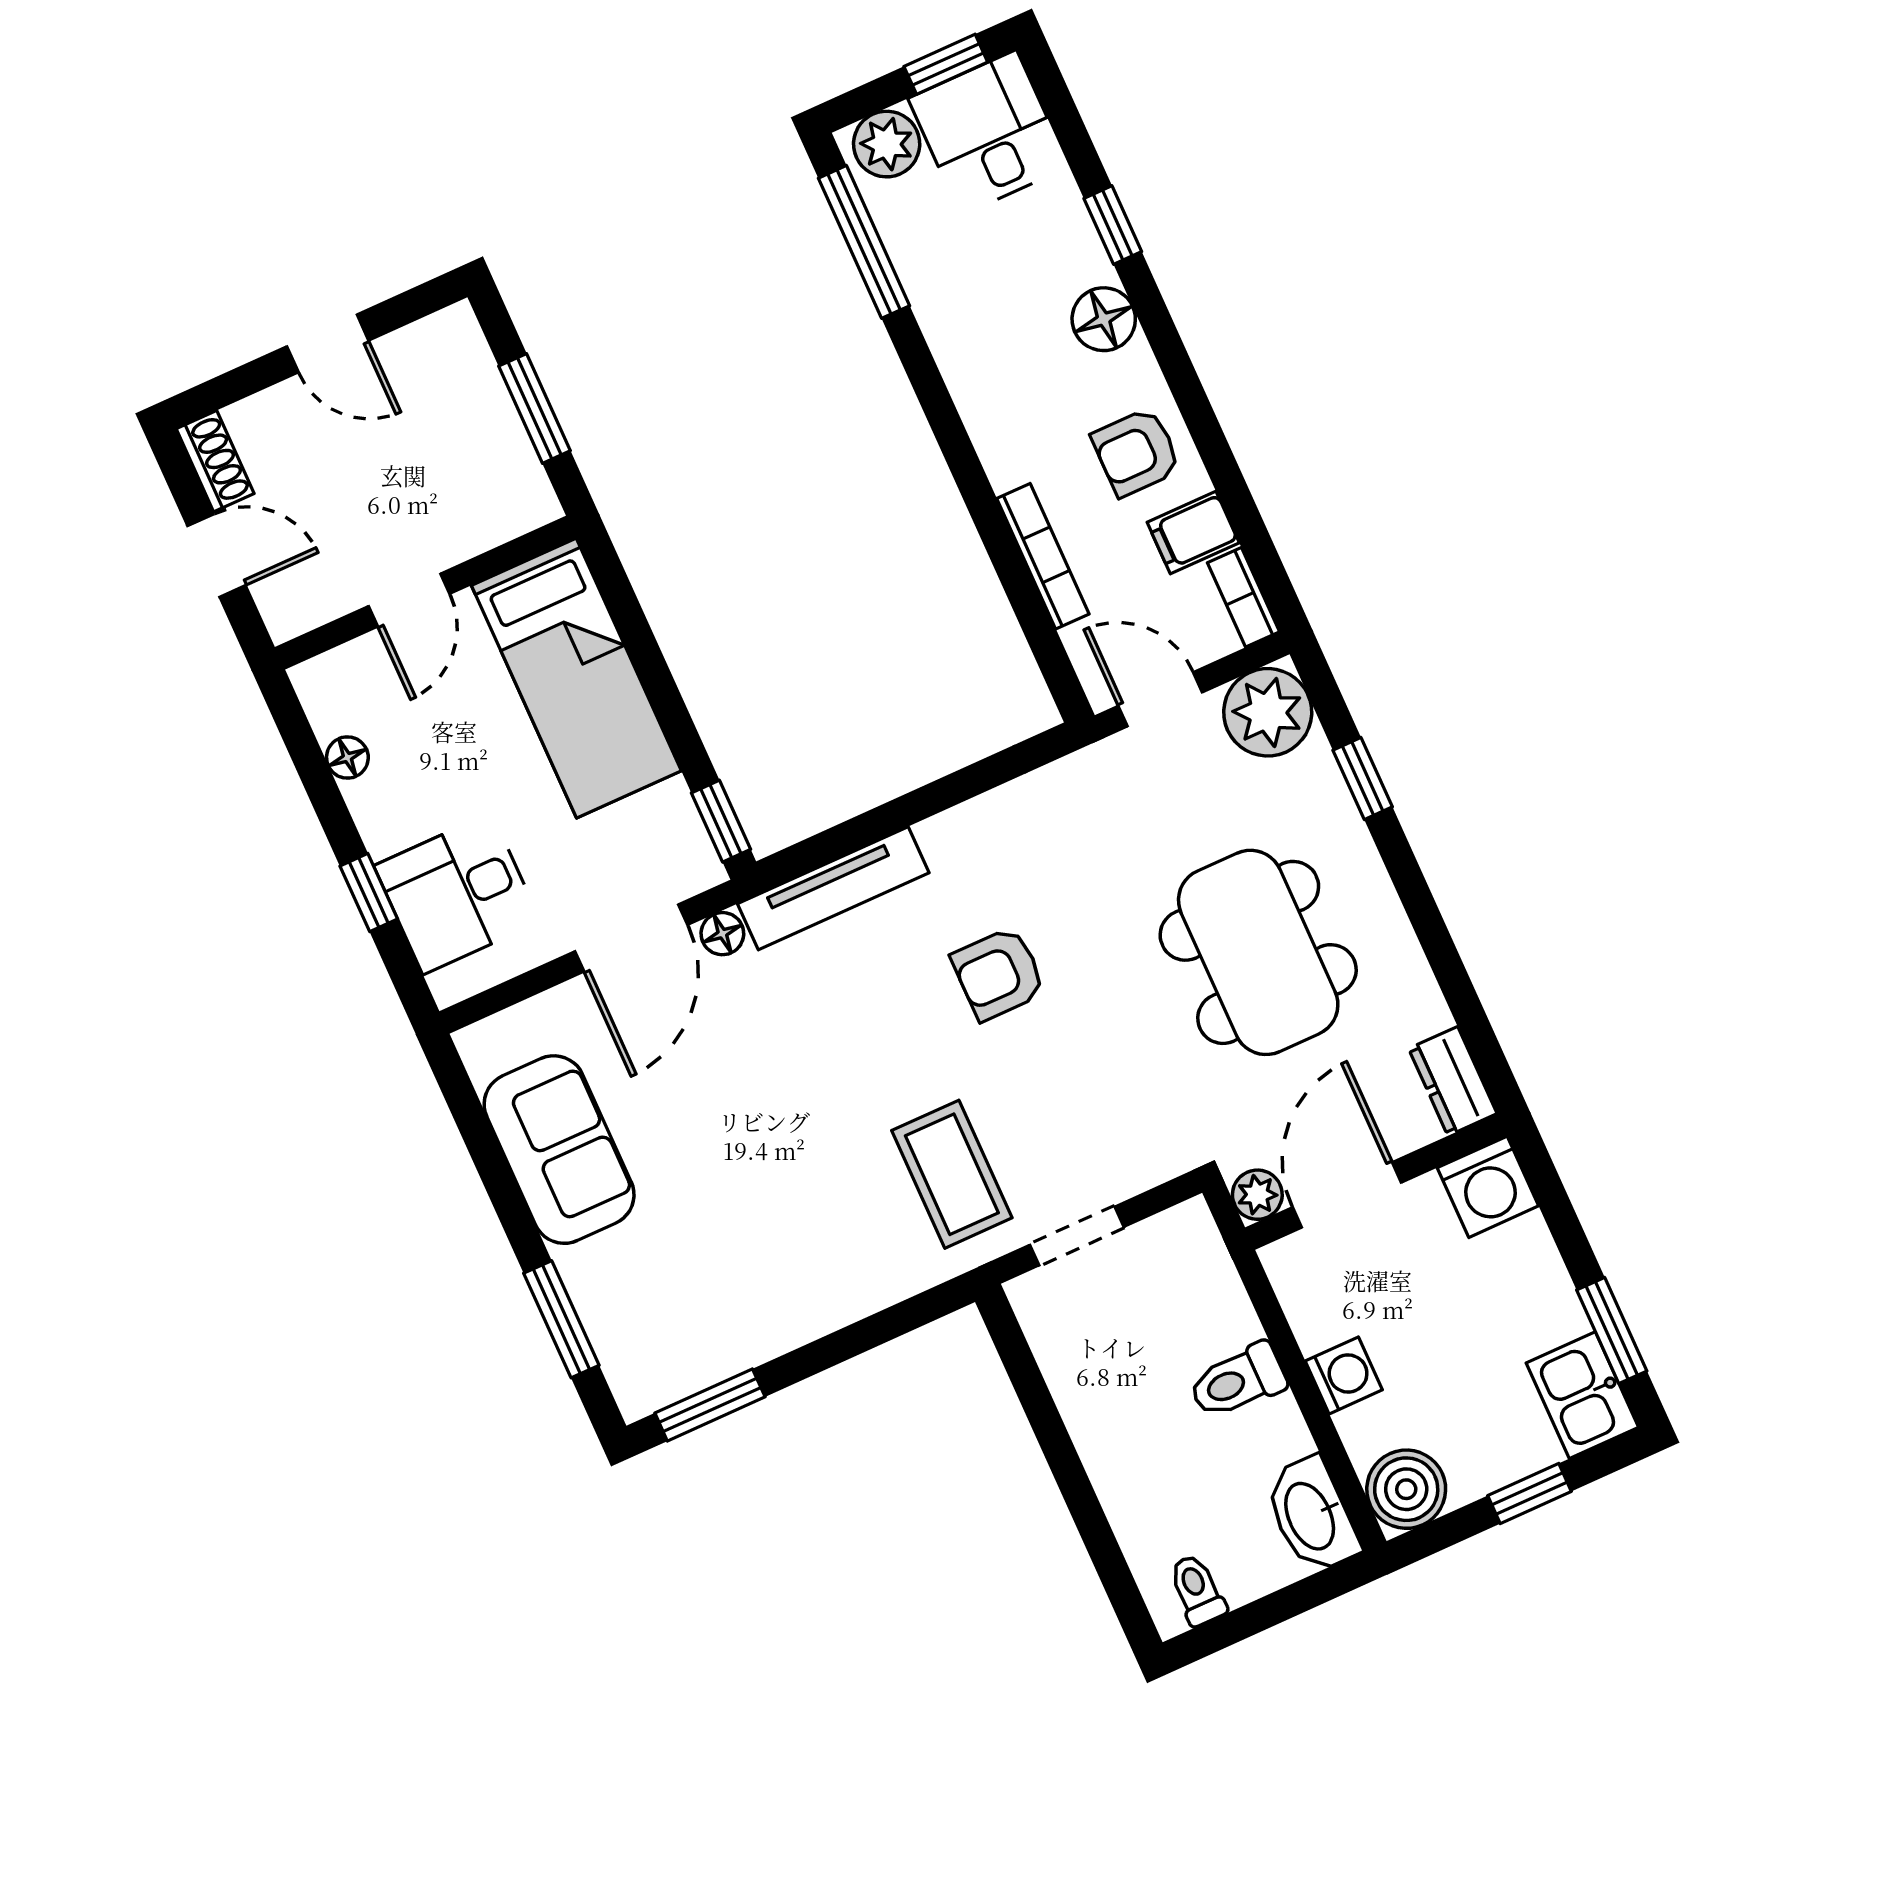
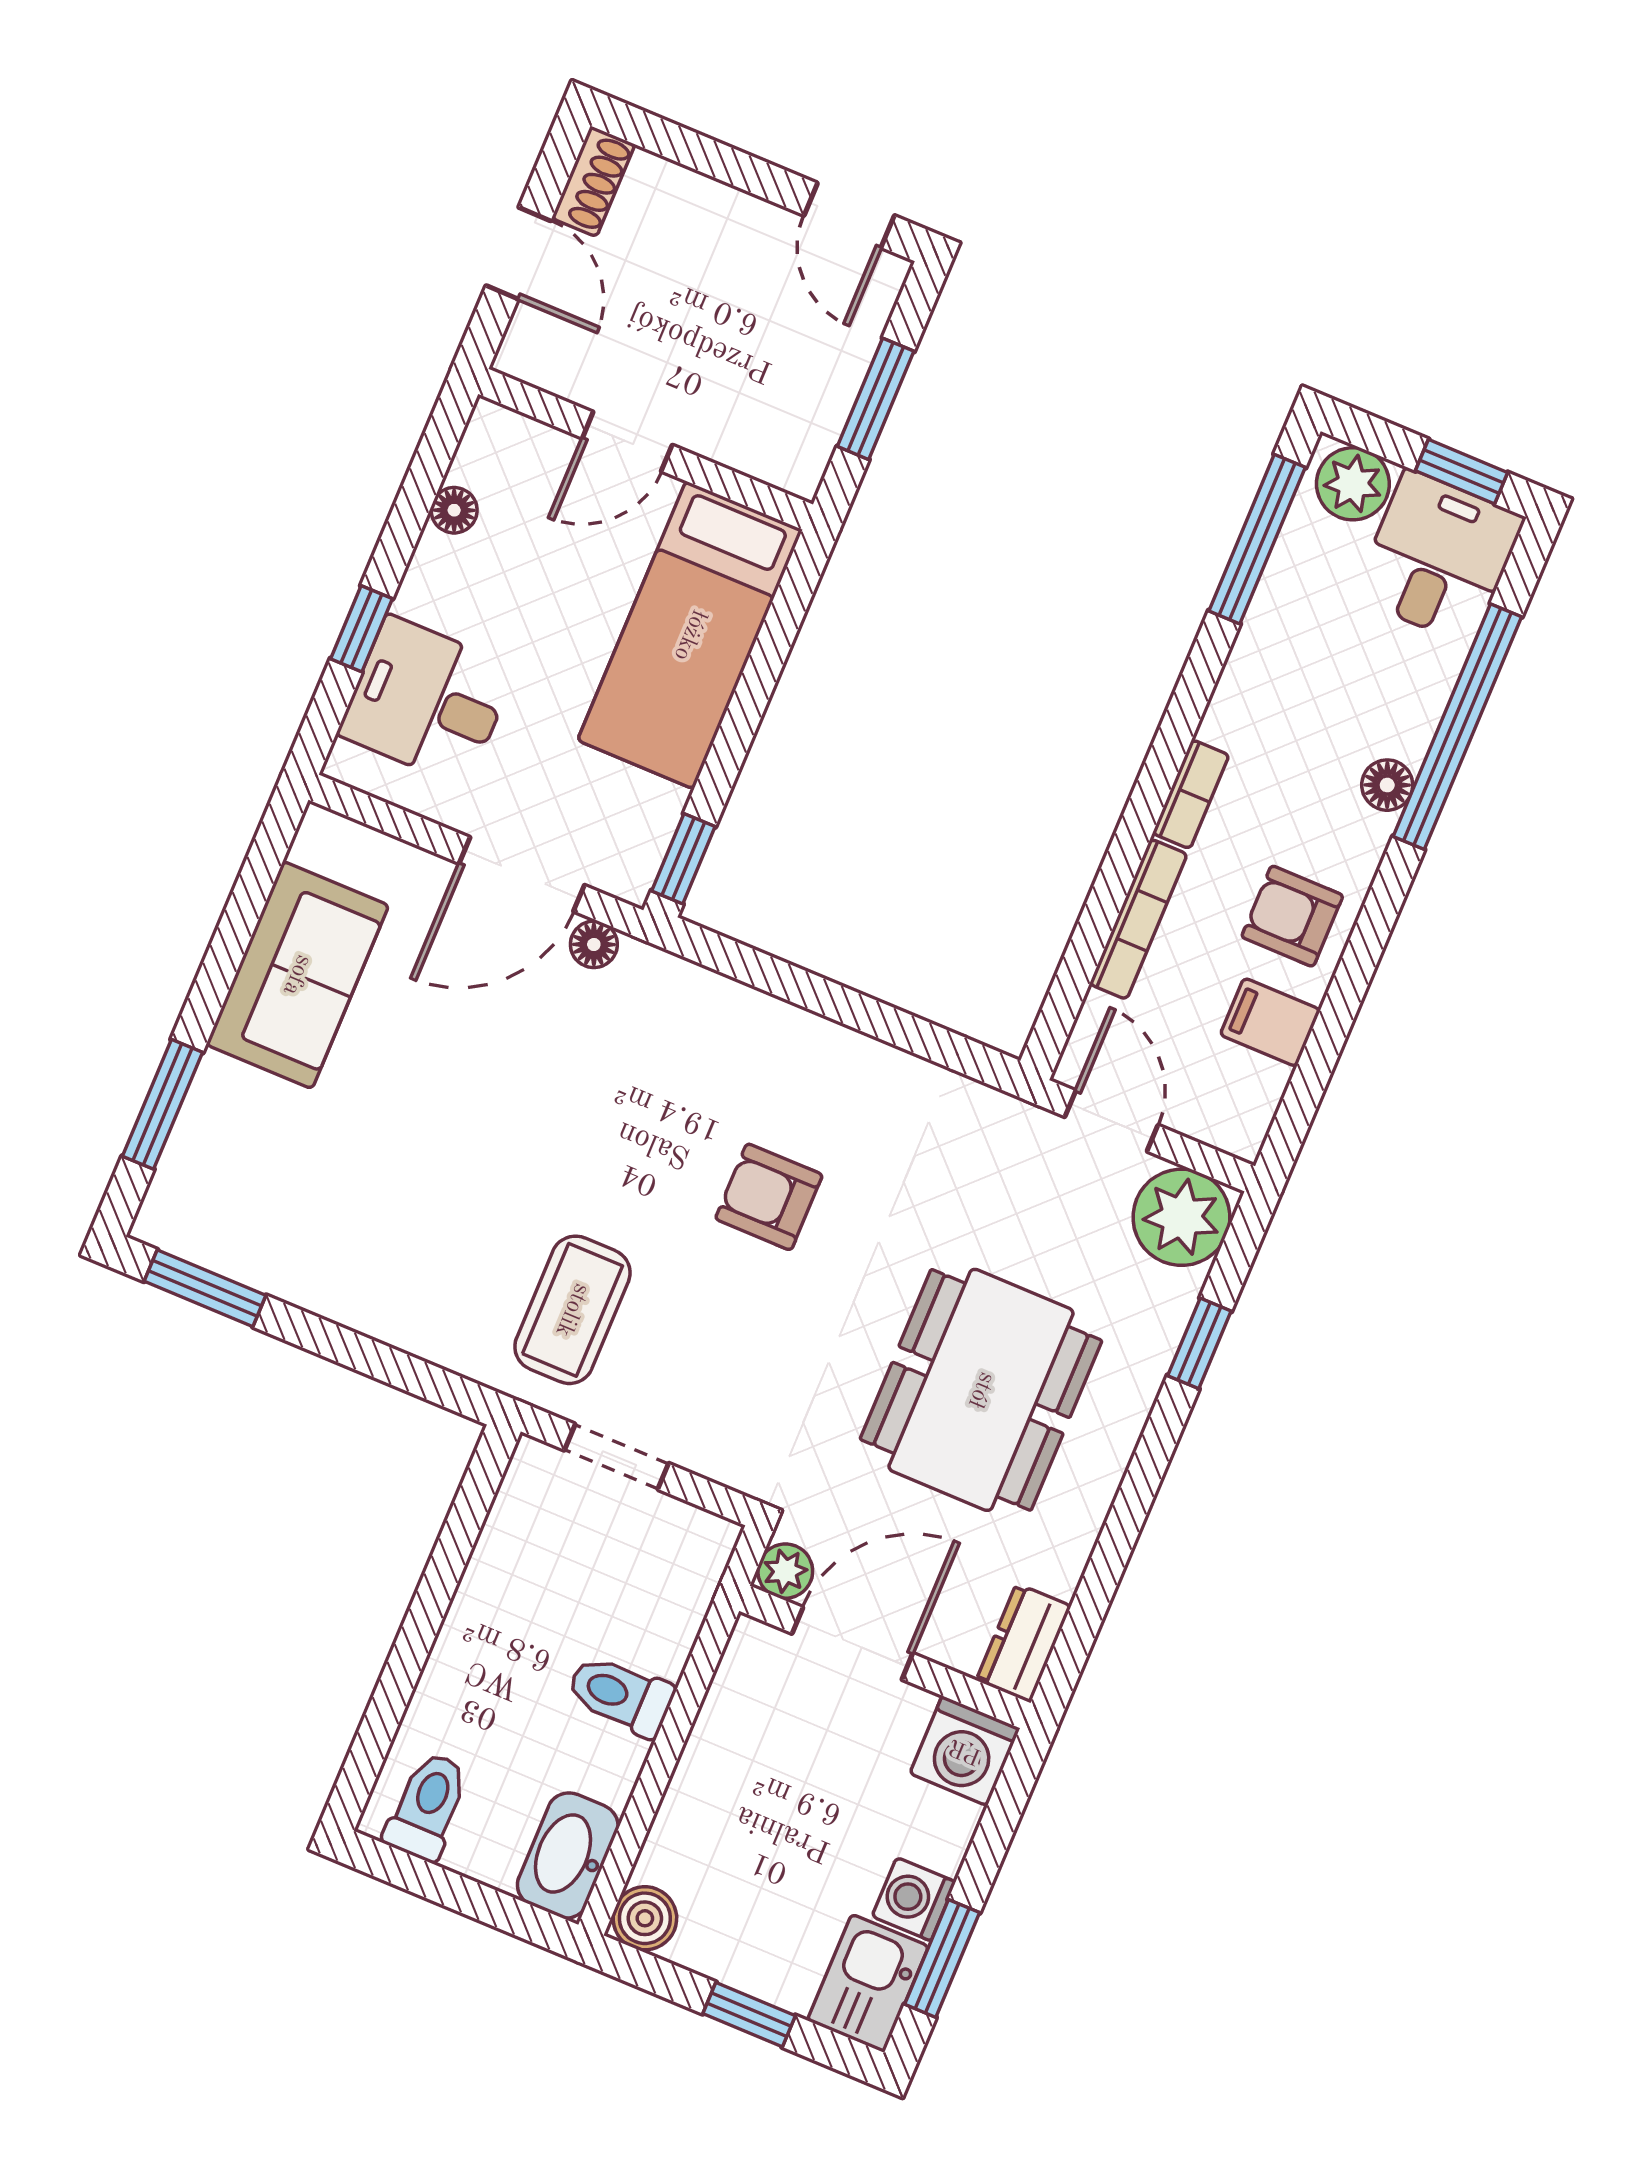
window: (1113, 225) -> (1457, 727), width x3.17
floor lamp: (1104, 319) -> (1387, 785), width x0.73, depth x0.73
door: (328, 343) -> (849, 215), moved
bookcase: (1243, 597) -> (1191, 794), moved, turned 180
tv unit: (833, 888) -> (714, 1000), removed
washing machine: (1344, 1375) -> (914, 1899), moved, turned 180
boiler: (1406, 1489) -> (645, 1918), width x0.73, depth x0.73
toilet: (1197, 1590) -> (427, 1806), width x1.37, depth x1.39

